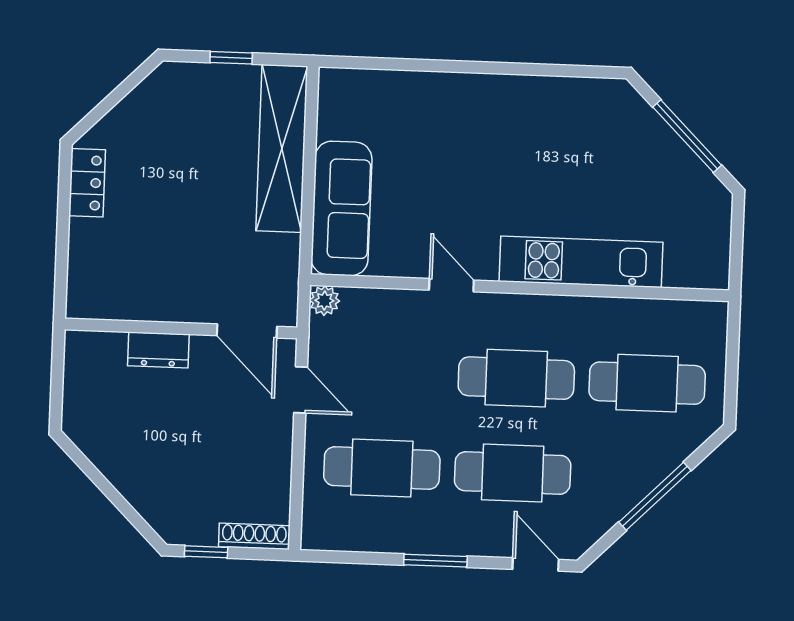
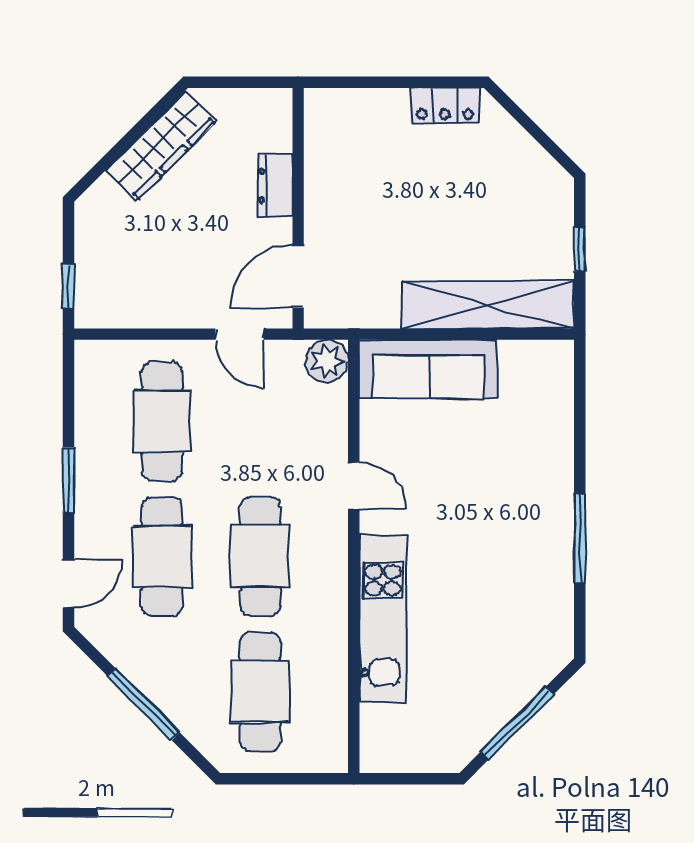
window: (511, 69) -> (580, 538), added
door: (451, 285) -> (354, 486), hinge flipped
plant: (324, 301) -> (327, 361), width x1.38, depth x1.38
door: (301, 390) -> (240, 334), hinge flipped
wardrobe: (115, 459) -> (161, 146), added
shoe rack: (254, 536) -> (86, 292), removed
window: (206, 552) -> (68, 287), moved

